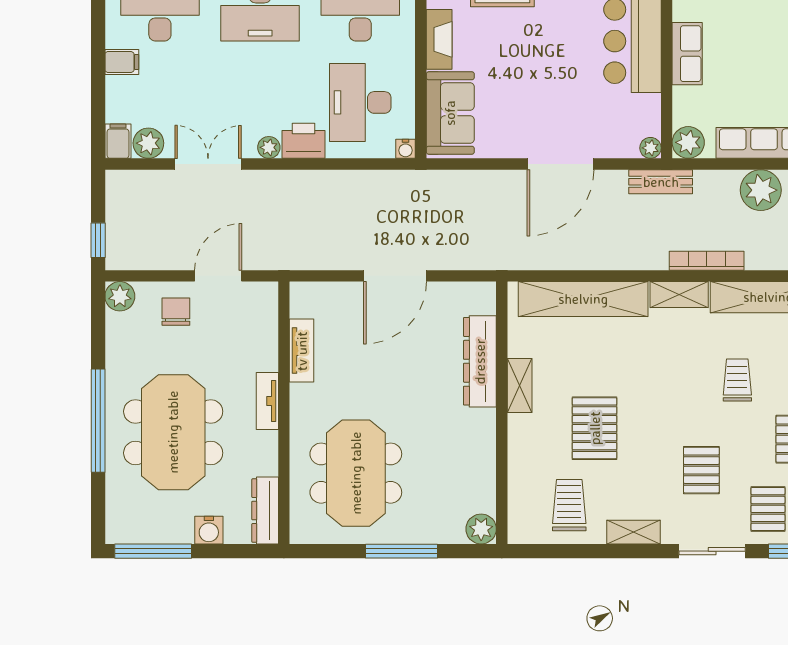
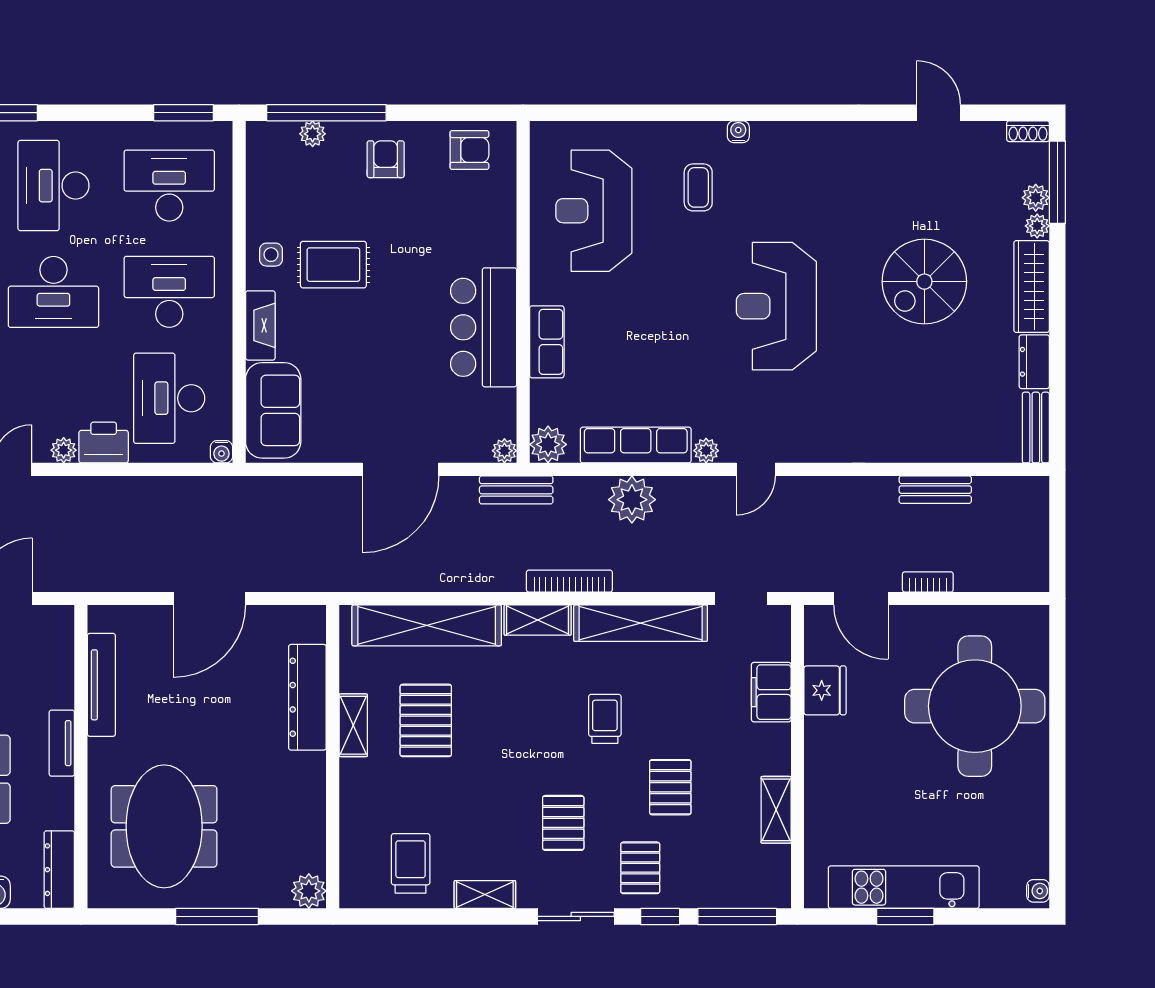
tv unit: (302, 351) -> (101, 685), width x1.41
pallet: (595, 428) -> (426, 720), moved

